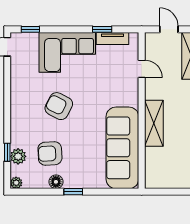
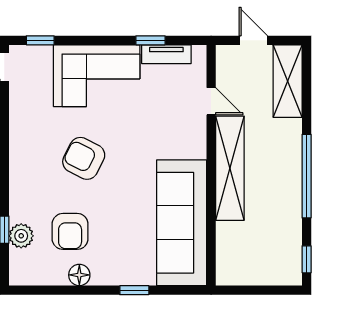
shelving: (154, 123) -> (230, 168), width x1.47
armchair: (50, 153) -> (70, 231), turned -87
plant: (16, 183) -> (18, 276), removed
window: (73, 192) -> (134, 290), moved

